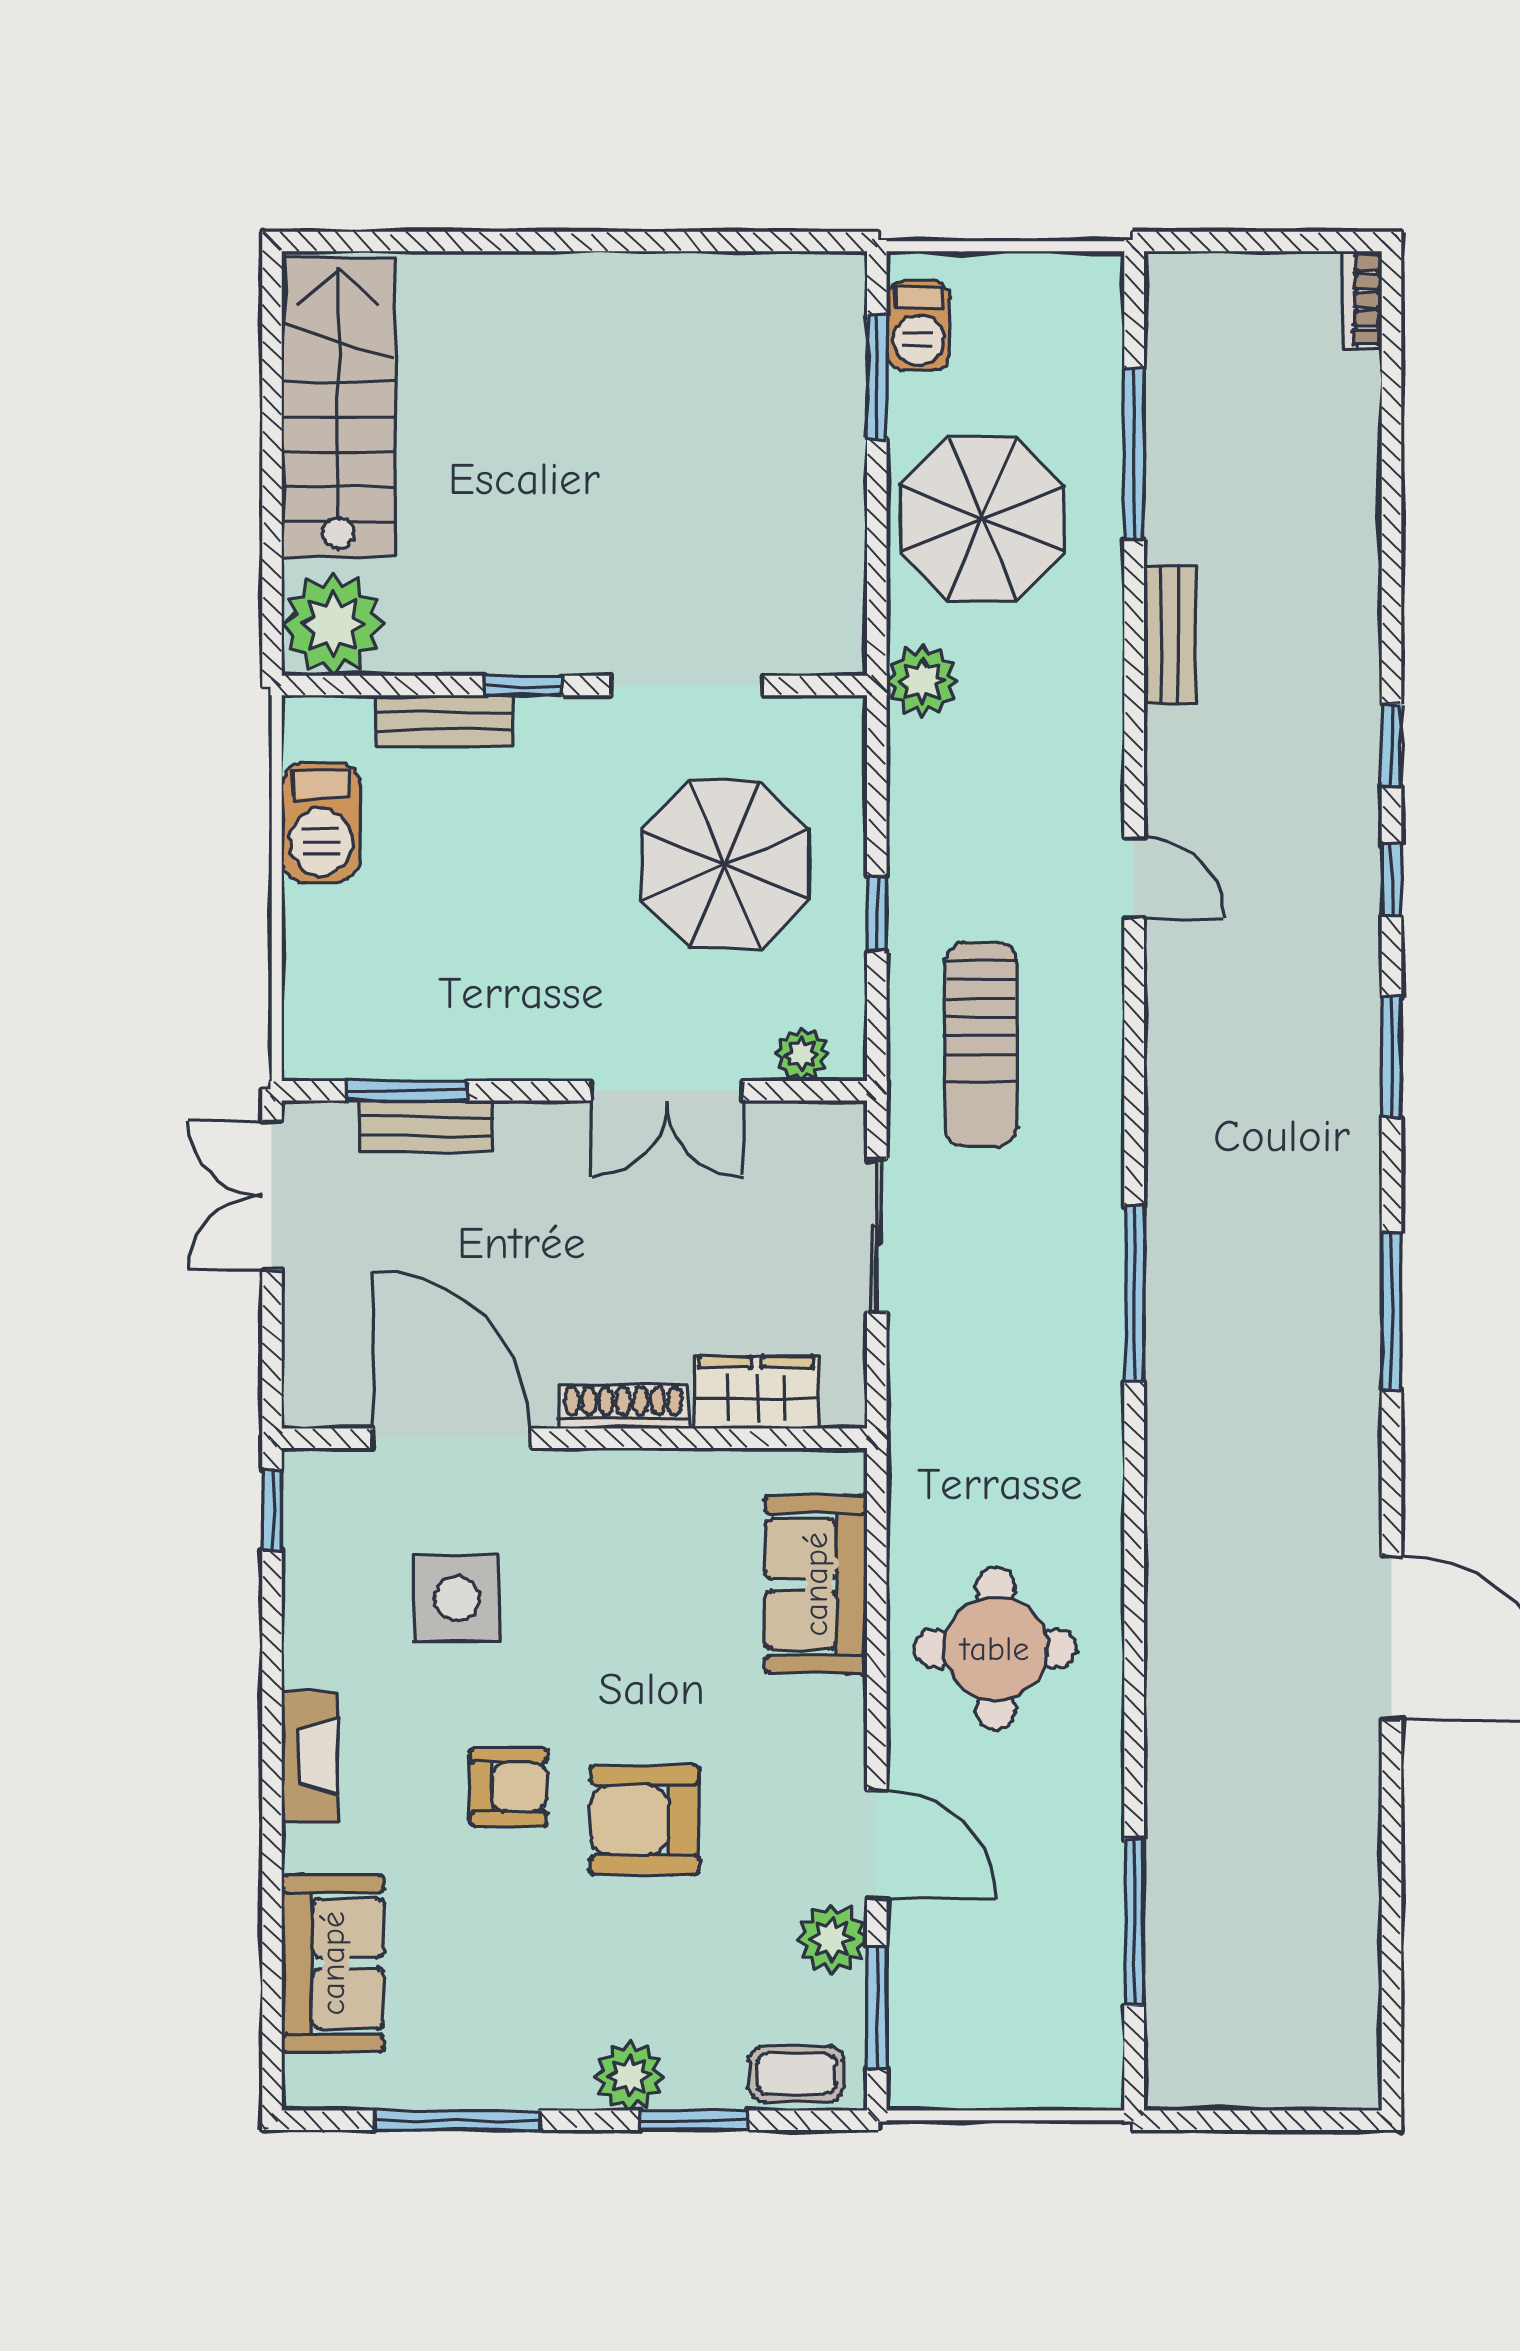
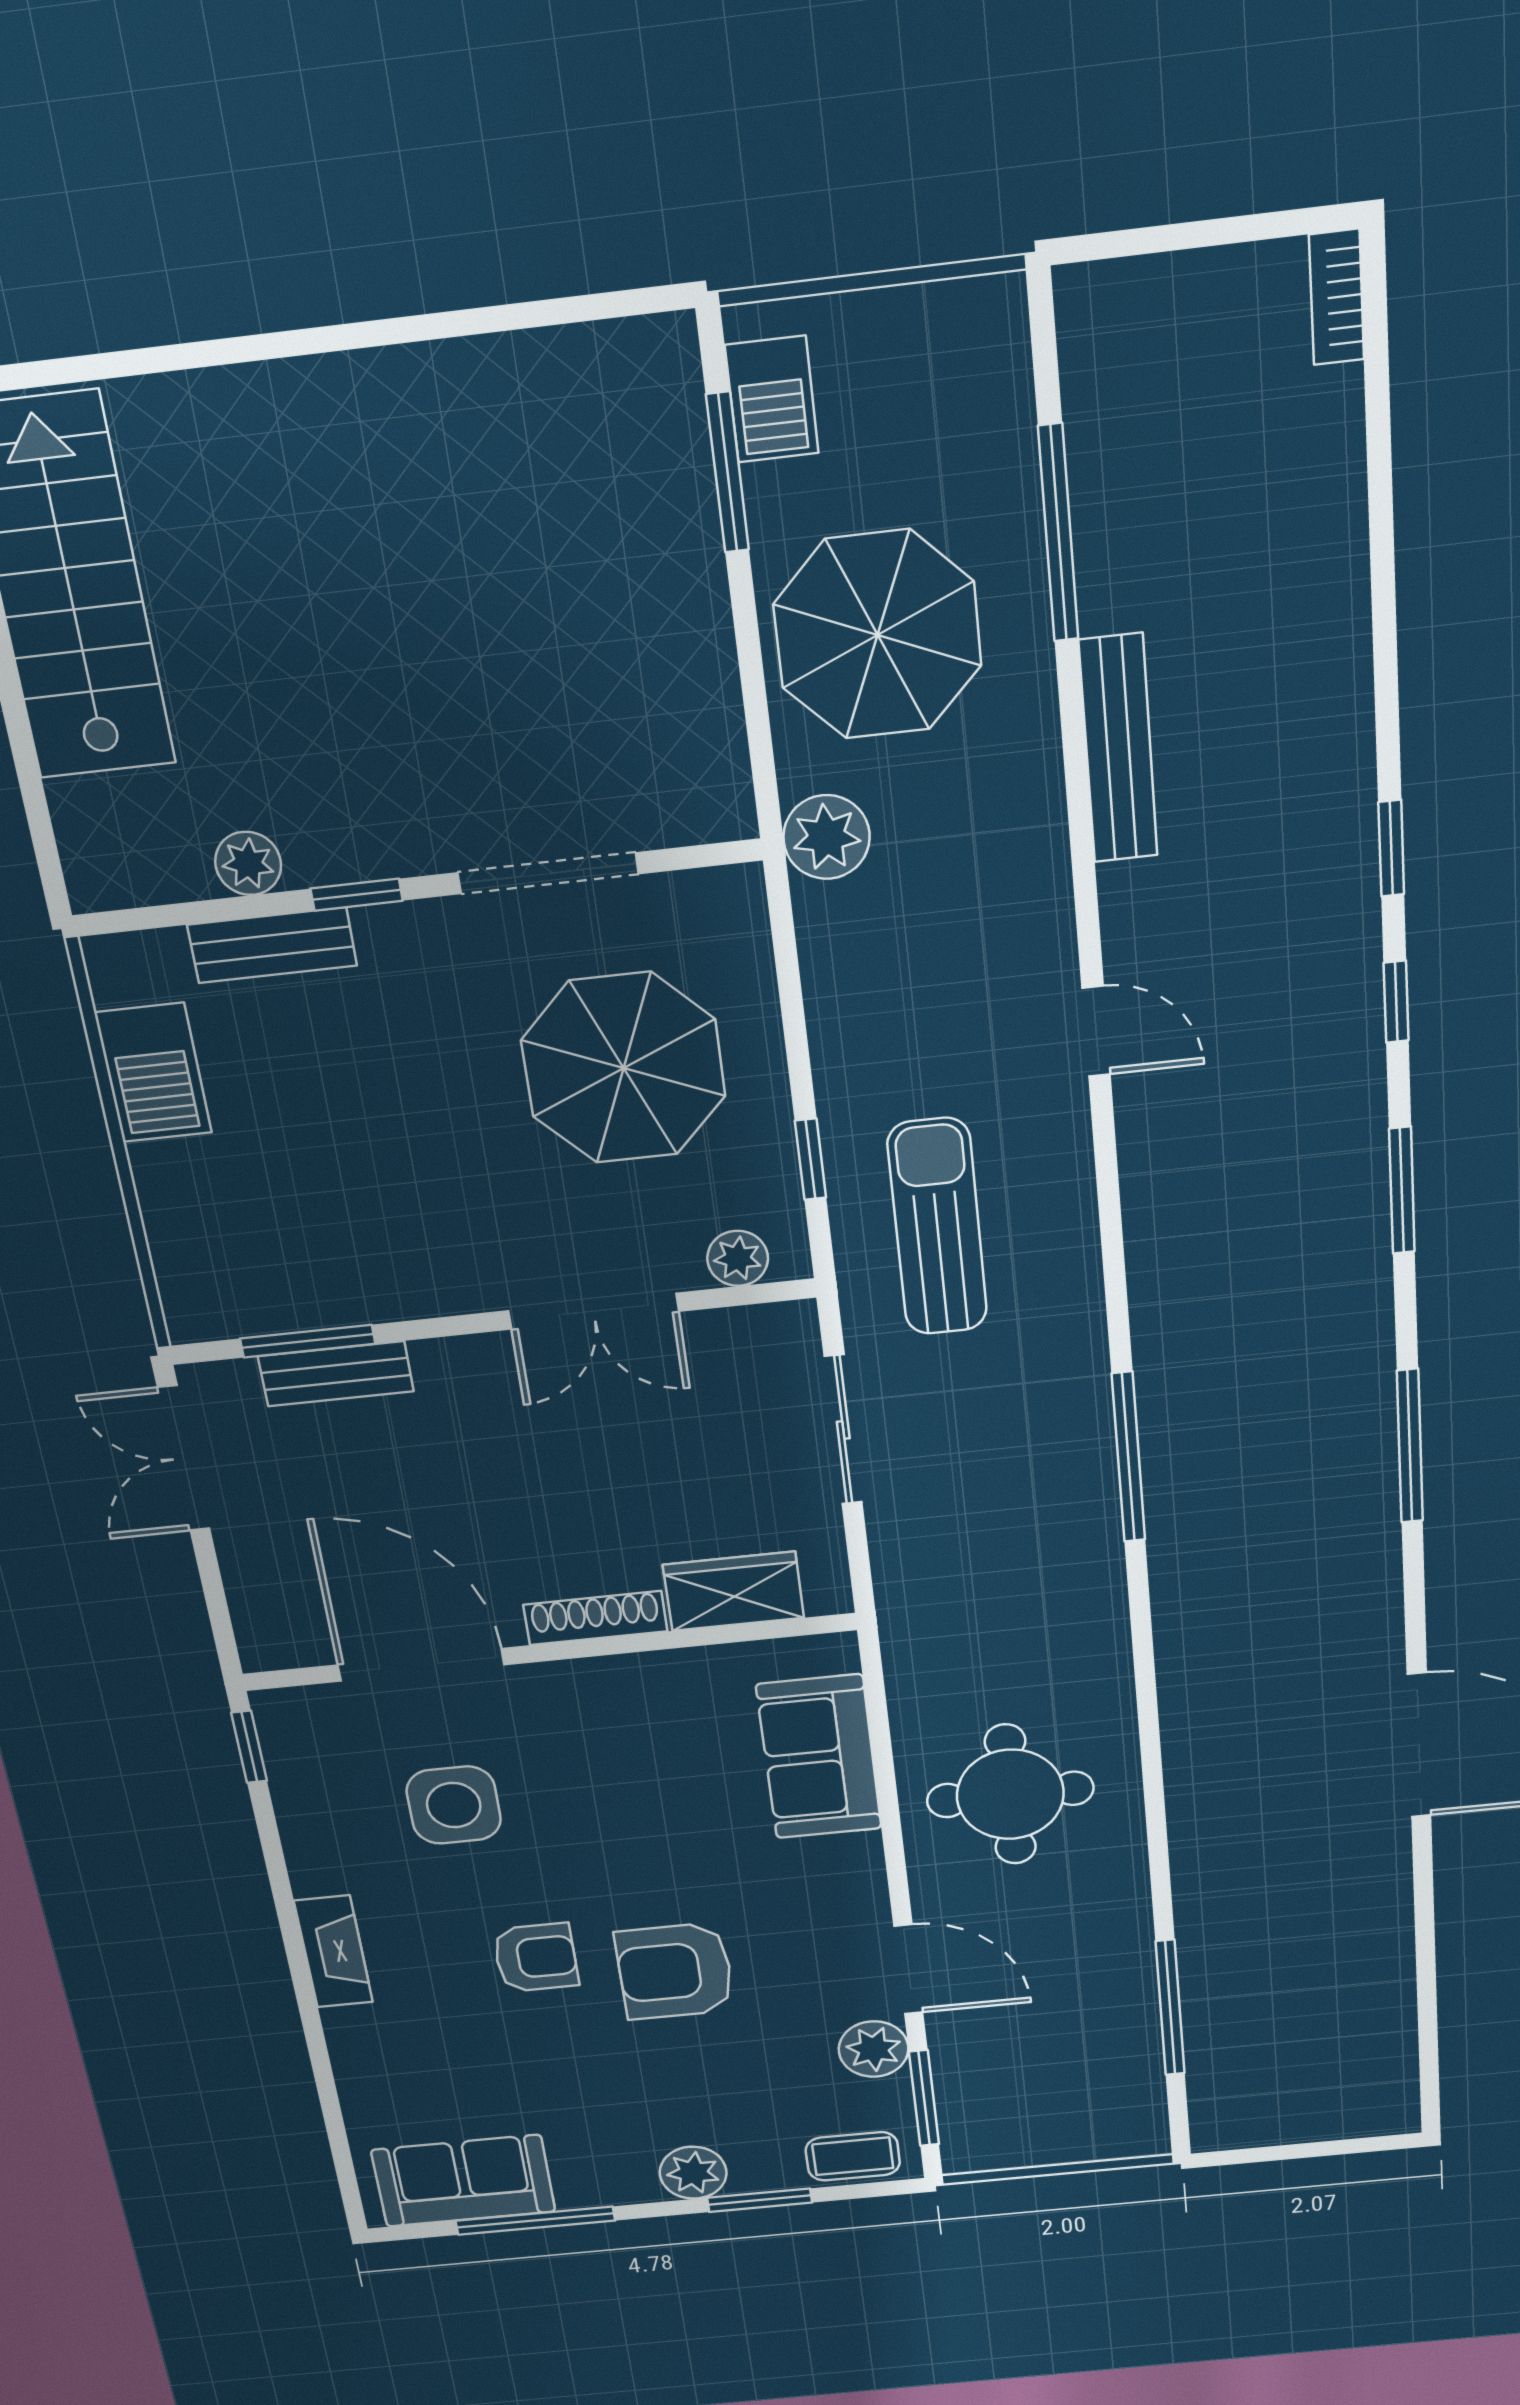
plant: (333, 624) -> (248, 863), moved, width x0.53, depth x0.53
bench: (1170, 634) -> (1118, 749), width x1.36
window: (877, 913) -> (811, 1159), moved
sun lounger: (981, 1045) -> (937, 1227), turned 180
sofa: (333, 1963) -> (463, 2181), moved, turned -90

